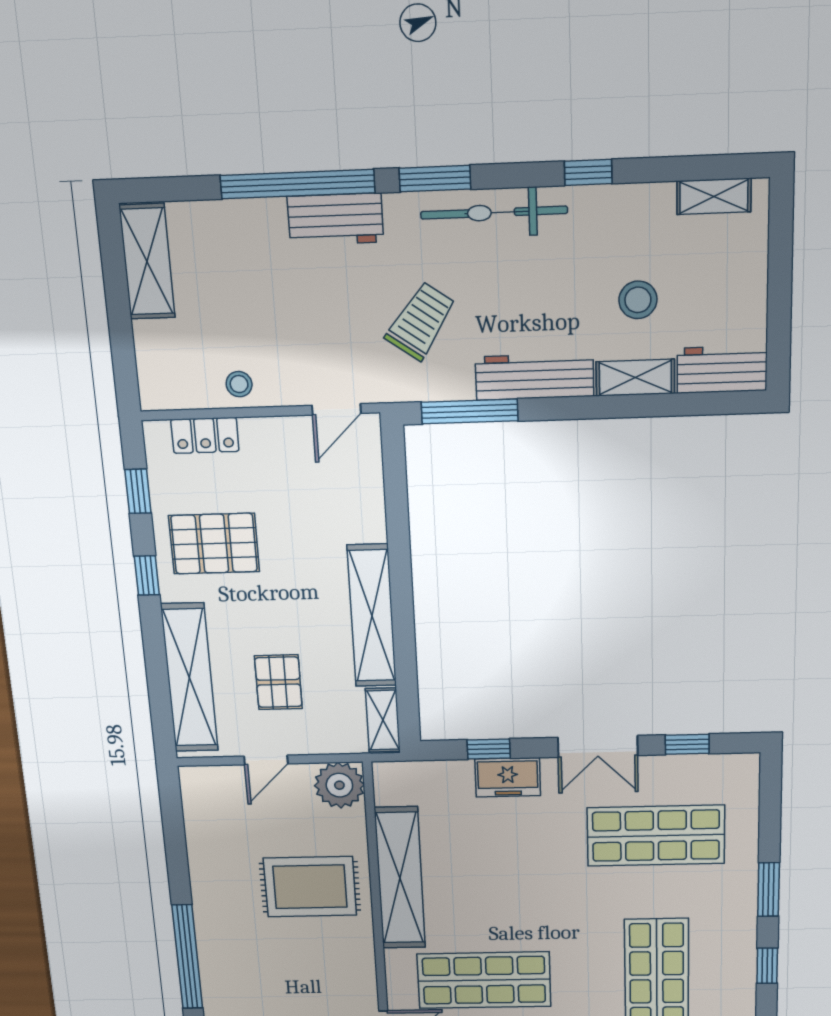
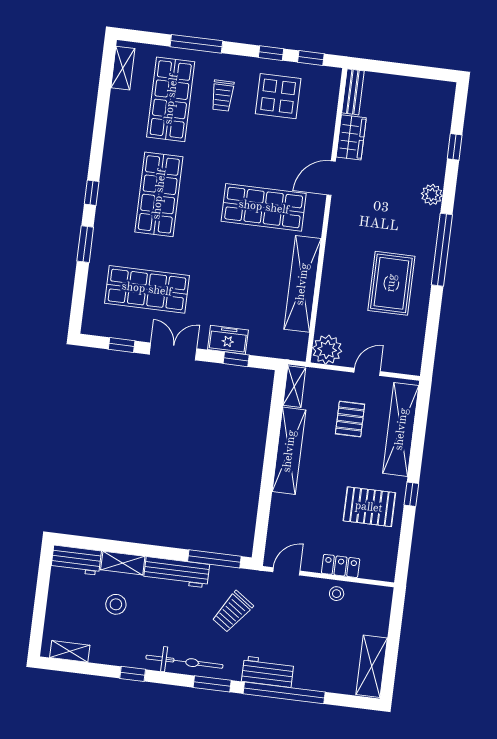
locker: (205, 435) -> (341, 566), moved
window: (138, 491) -> (405, 543), removed
rug: (310, 887) -> (391, 283), moved, turned 90

